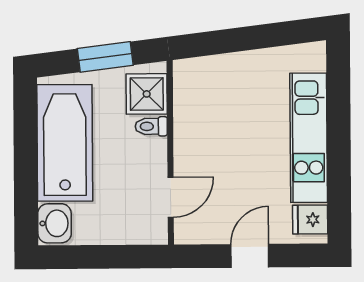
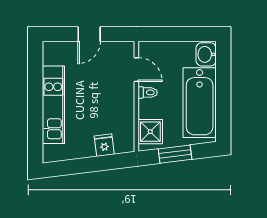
toilet: (151, 126) -> (148, 92), moved
door: (171, 197) -> (136, 70), swing flipped
fridge: (310, 220) -> (104, 145), moved, turned -97

